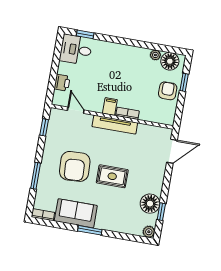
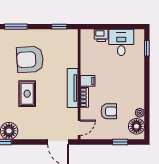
desk: (76, 50) -> (121, 42), moved
armchair: (168, 91) -> (109, 111), moved
door: (76, 110) -> (79, 128), moved

